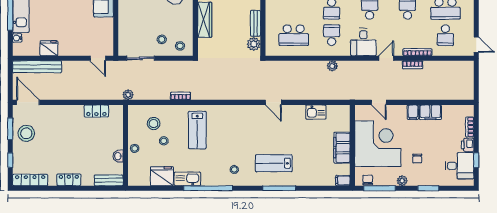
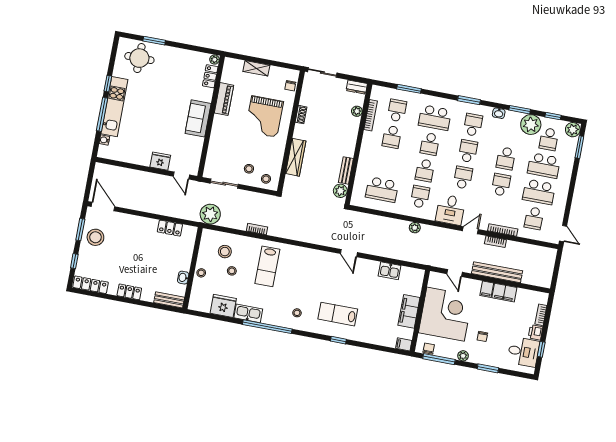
fridge: (49, 48) -> (160, 161), moved
bench: (37, 67) -> (497, 272), moved
plant: (128, 95) -> (210, 214), width x1.87, depth x1.87
window: (279, 188) -> (338, 340), width x0.46

